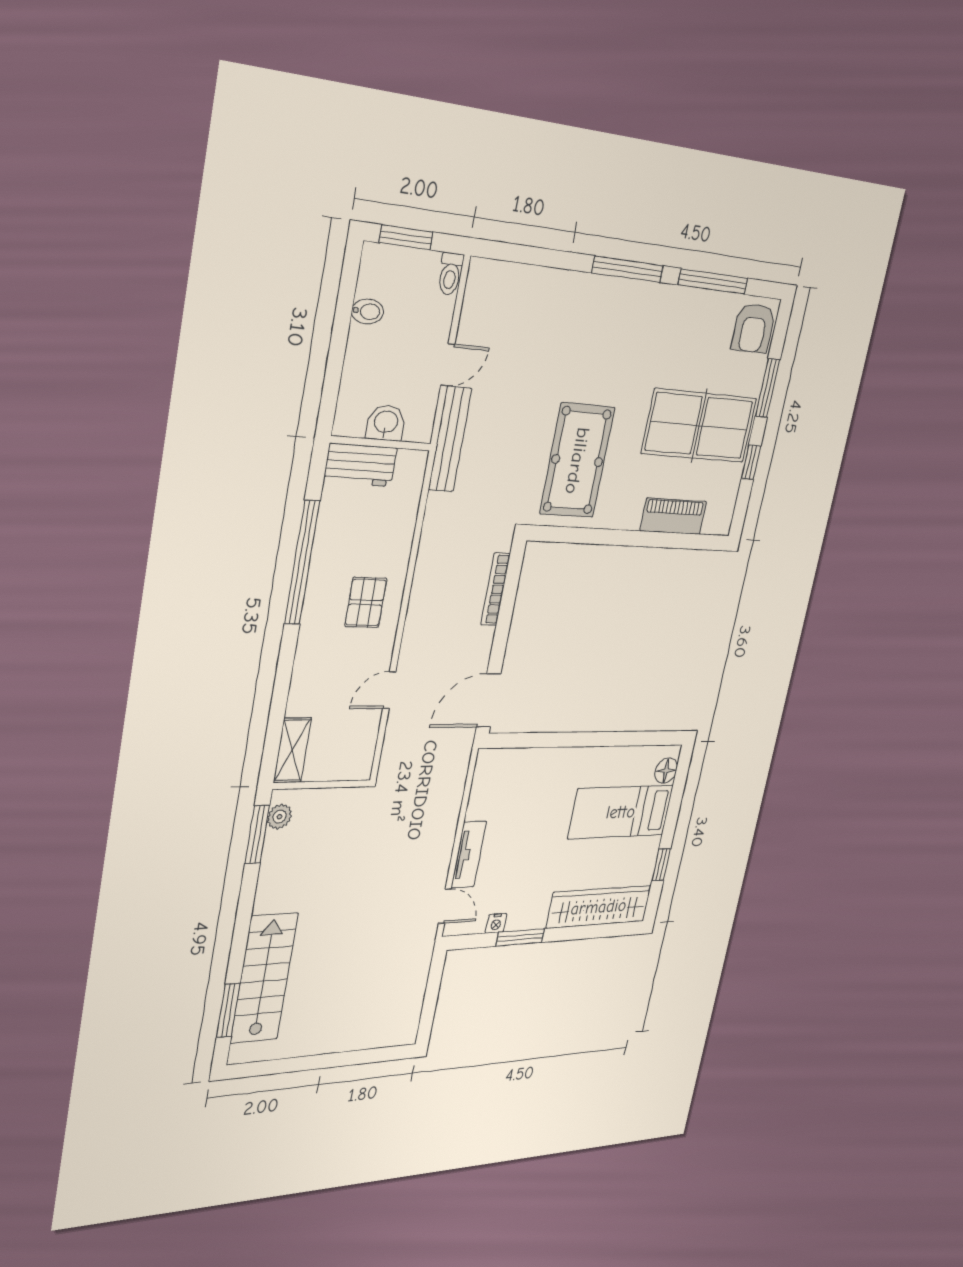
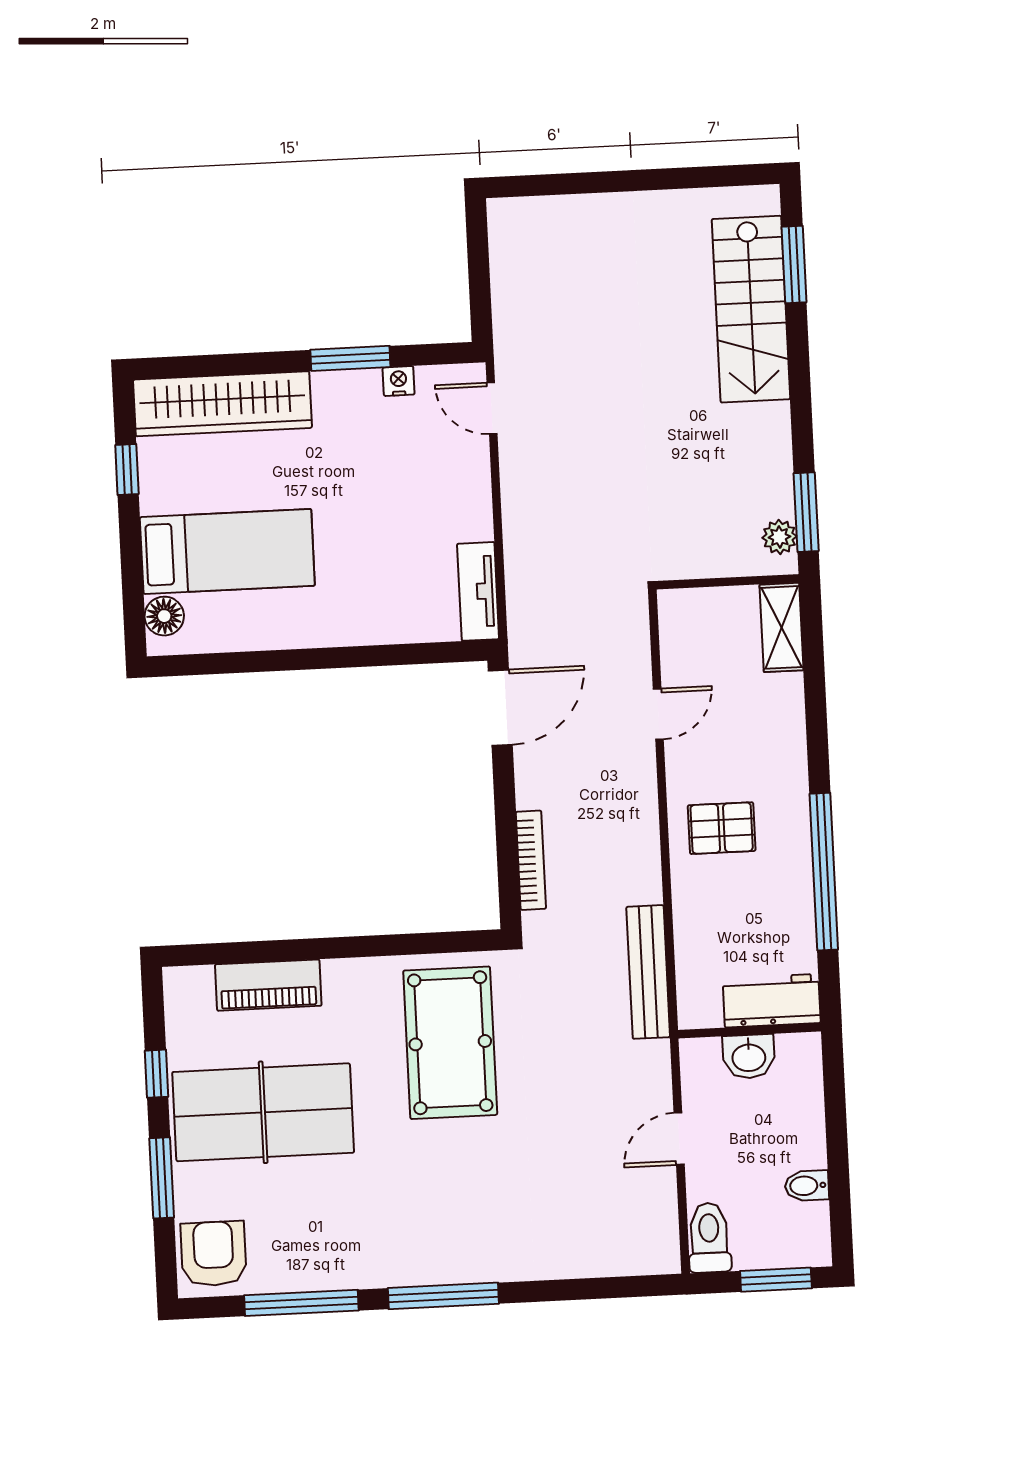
toilet: (450, 274) -> (709, 1238), width x1.37, depth x1.39
bench: (450, 439) -> (648, 972), moved
pallet: (366, 602) -> (722, 828), turned 90
tv unit: (469, 855) -> (478, 591), moved

